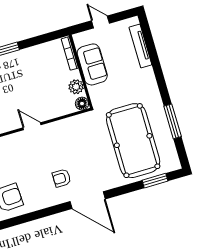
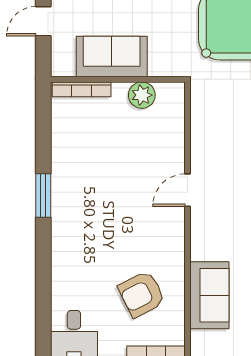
floor lamp: (82, 104) -> (174, 93), removed

